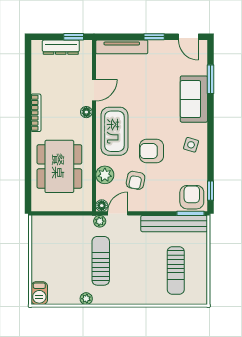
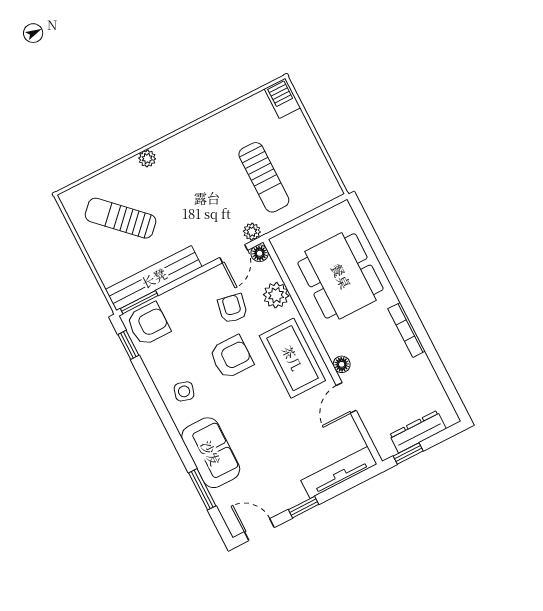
armchair: (192, 197) -> (148, 324), turned -90
sun lounger: (101, 261) -> (264, 177), moved
sun lounger: (176, 271) -> (121, 218), turned -46
plant: (86, 299) -> (147, 158), moved

